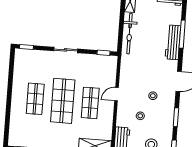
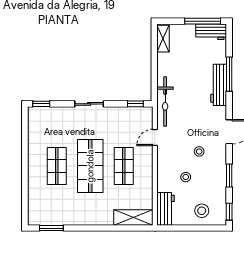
bicycle: (129, 34) -> (165, 101), moved
door: (117, 94) -> (155, 138), moved

